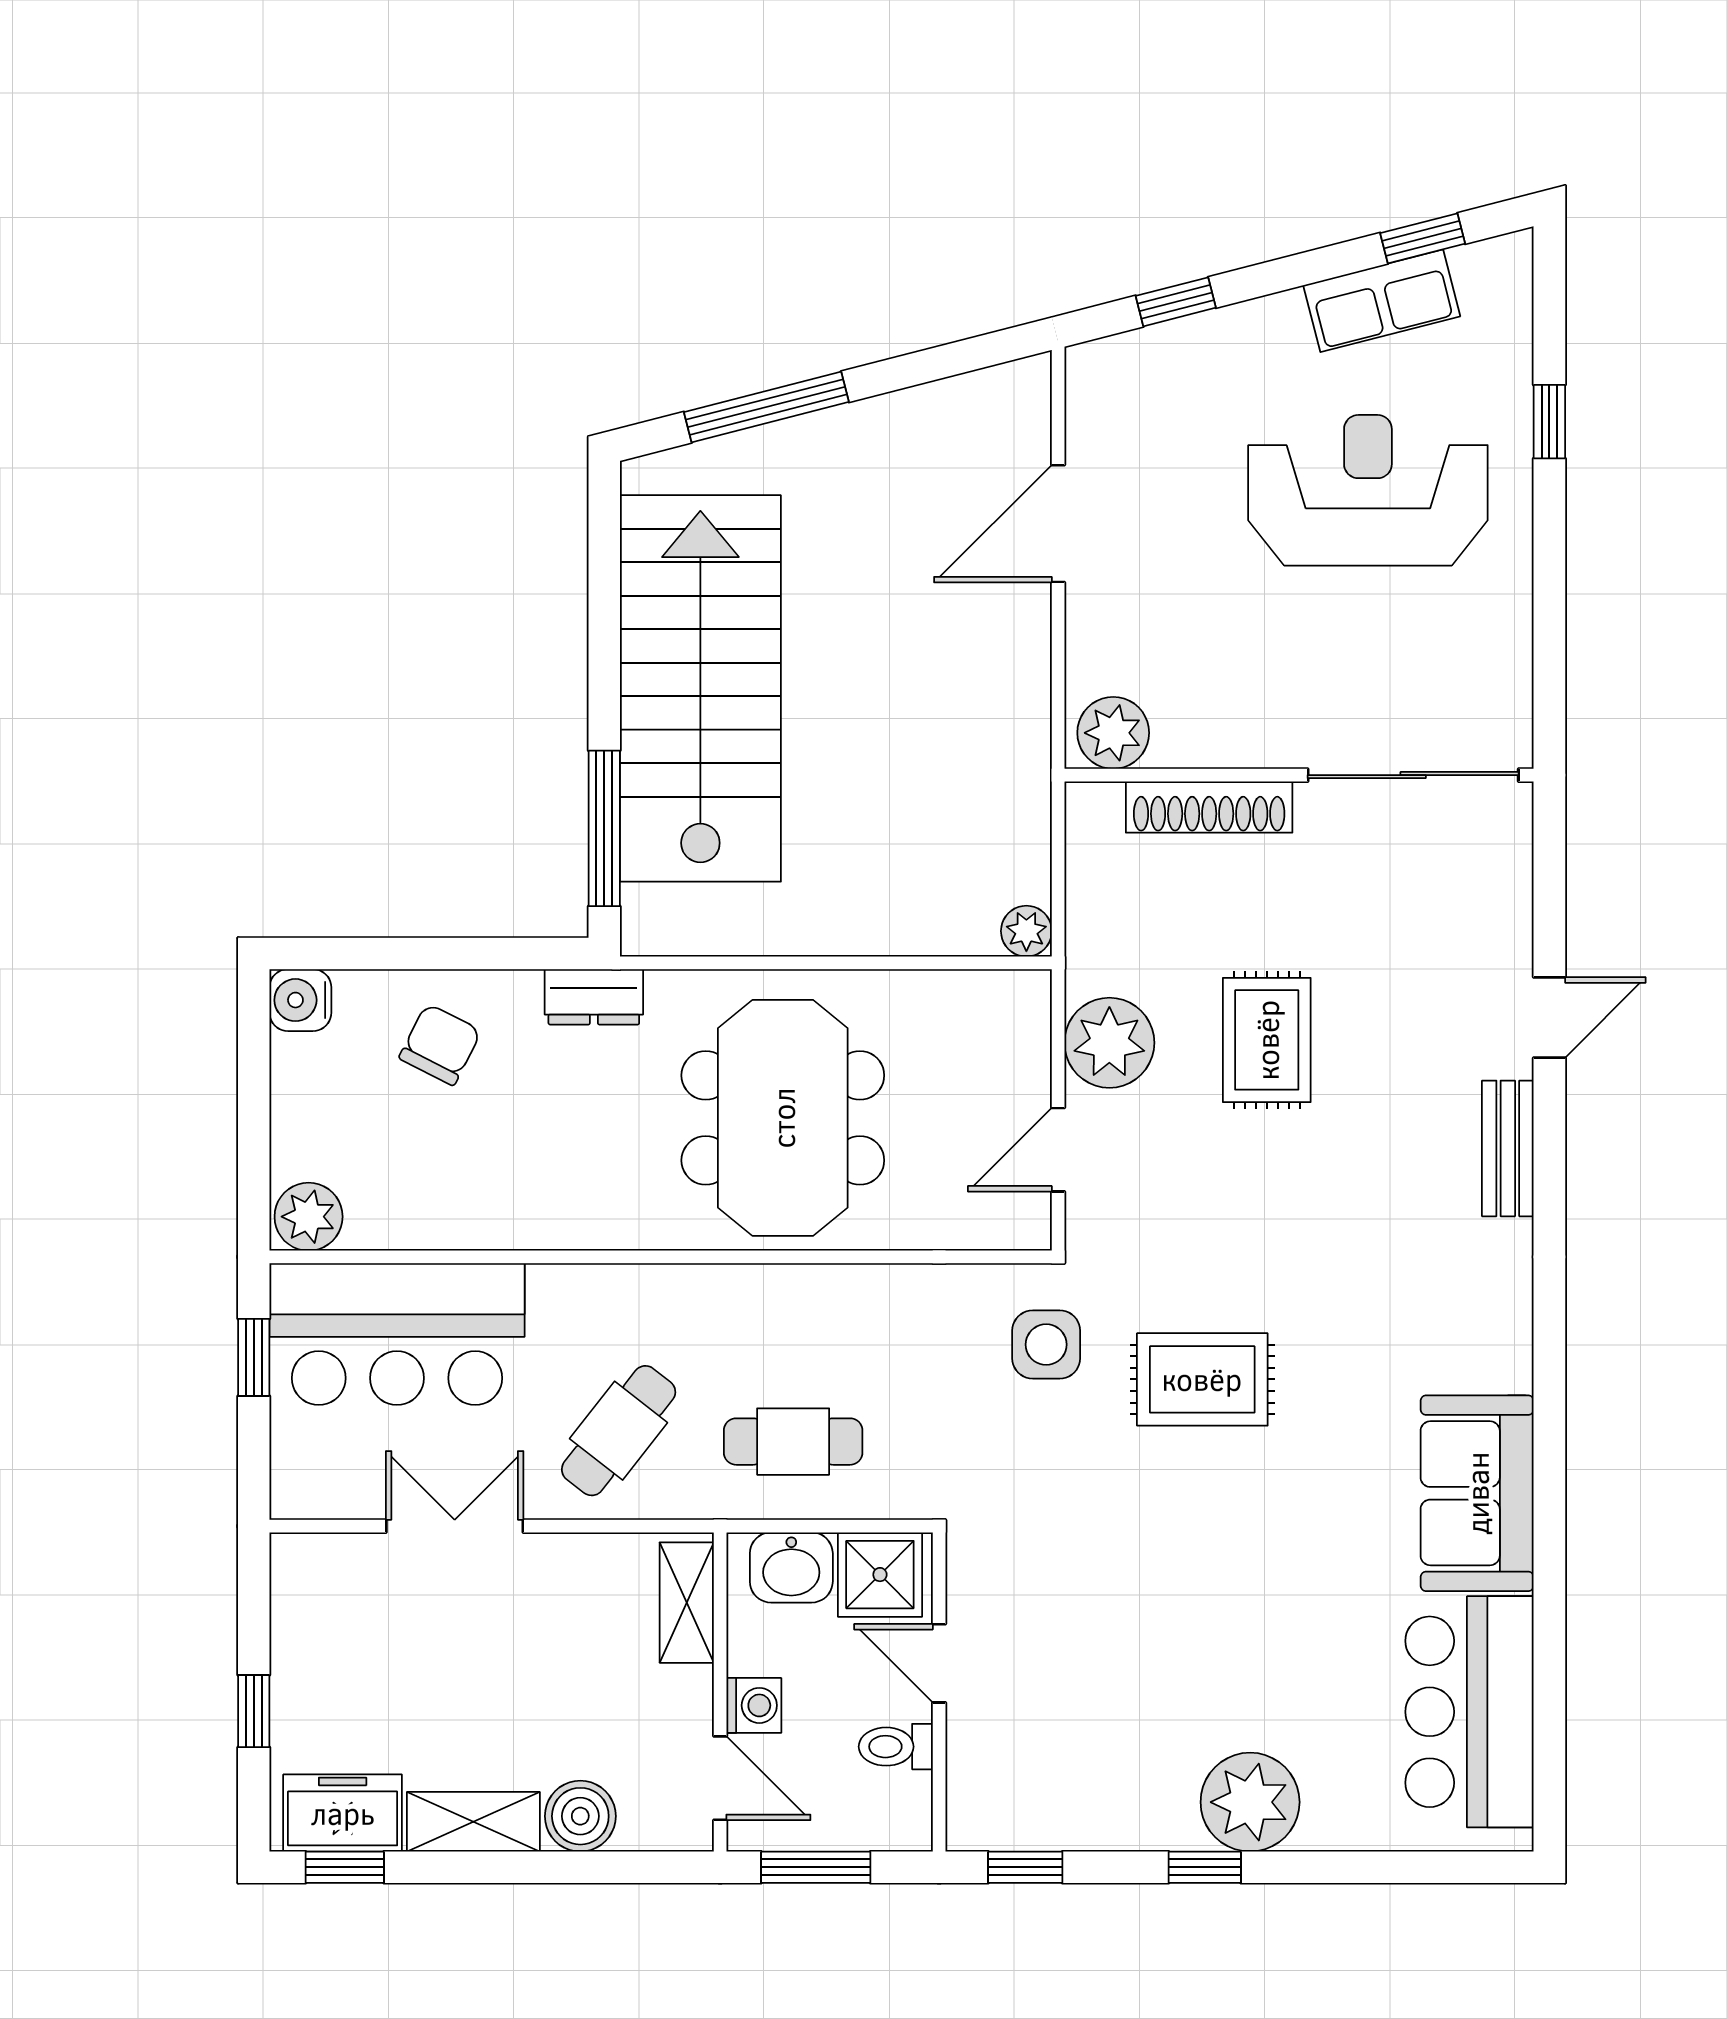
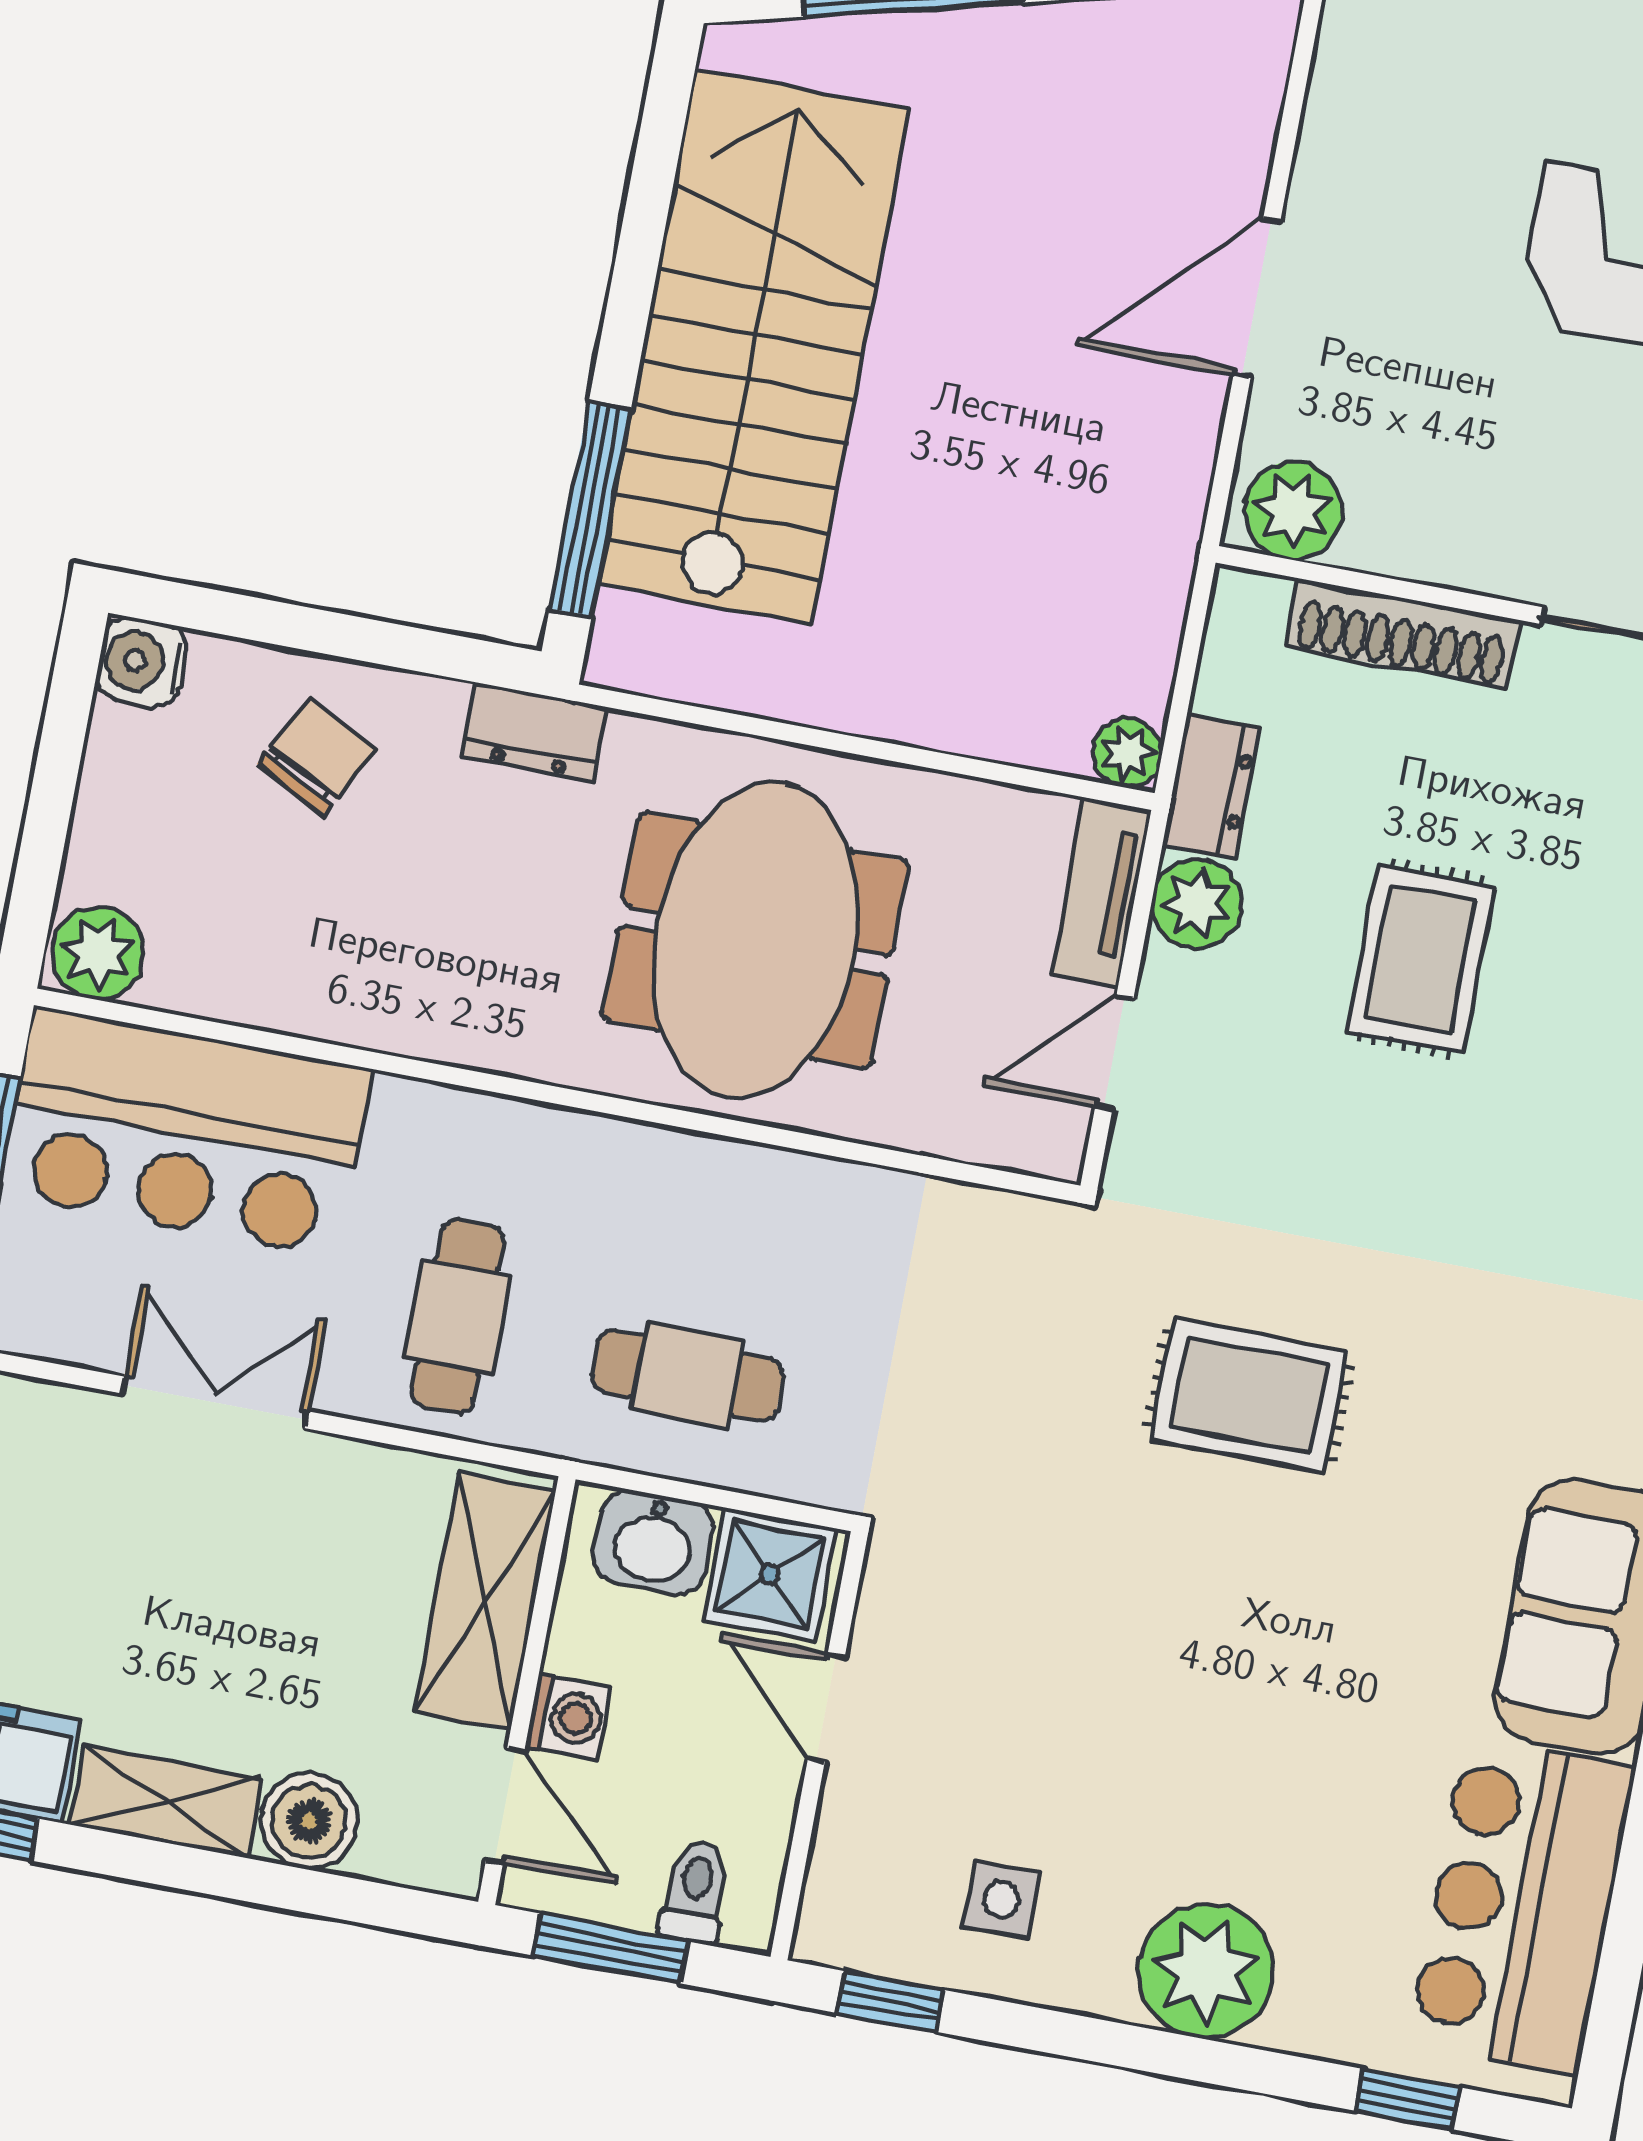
door: (1058, 524) -> (1257, 298), moved
dresser: (1092, 944) -> (1211, 787), added
tv unit: (1026, 1035) -> (1101, 892), added
plant: (1109, 1043) -> (1197, 904), width x0.73, depth x0.73
side table: (1046, 1345) -> (1002, 1899), moved, width x0.73, depth x0.73
cafe table: (619, 1431) -> (457, 1316), turned -38
shelving: (687, 1603) -> (485, 1601), width x1.50, depth x1.33
toilet: (896, 1747) -> (695, 1892), moved, turned 90
window: (1205, 1867) -> (1408, 2099), moved

